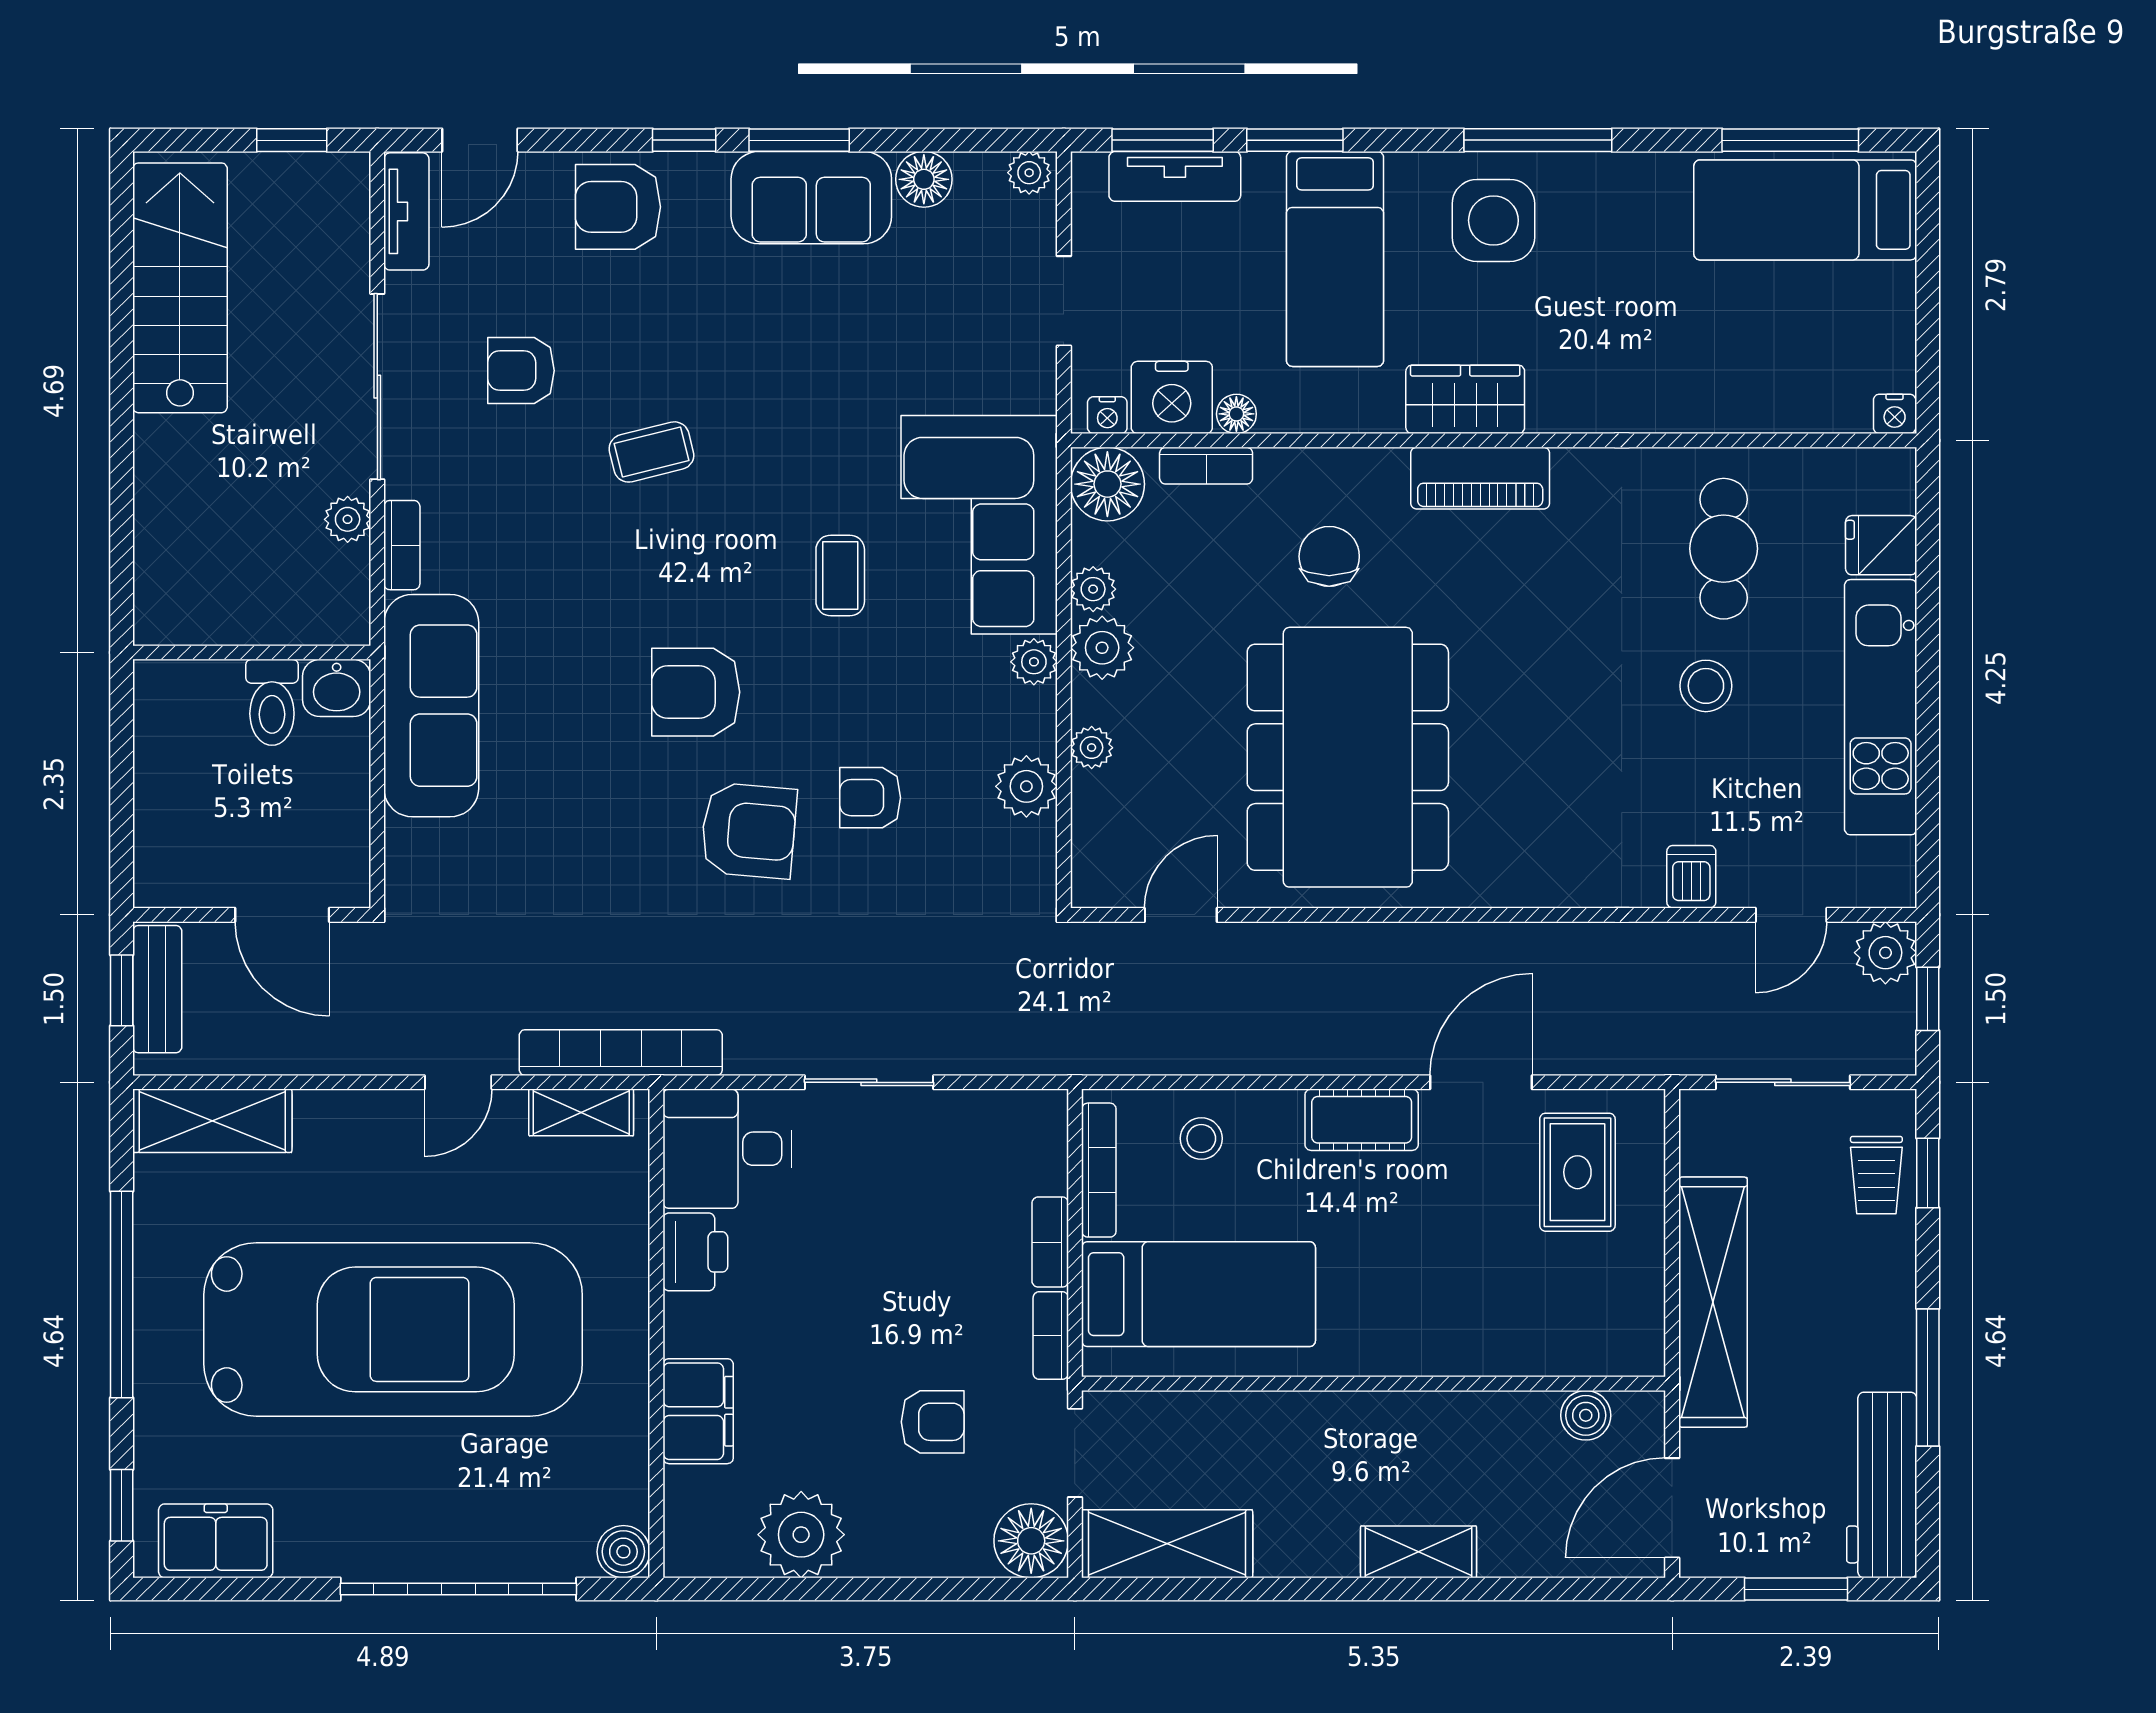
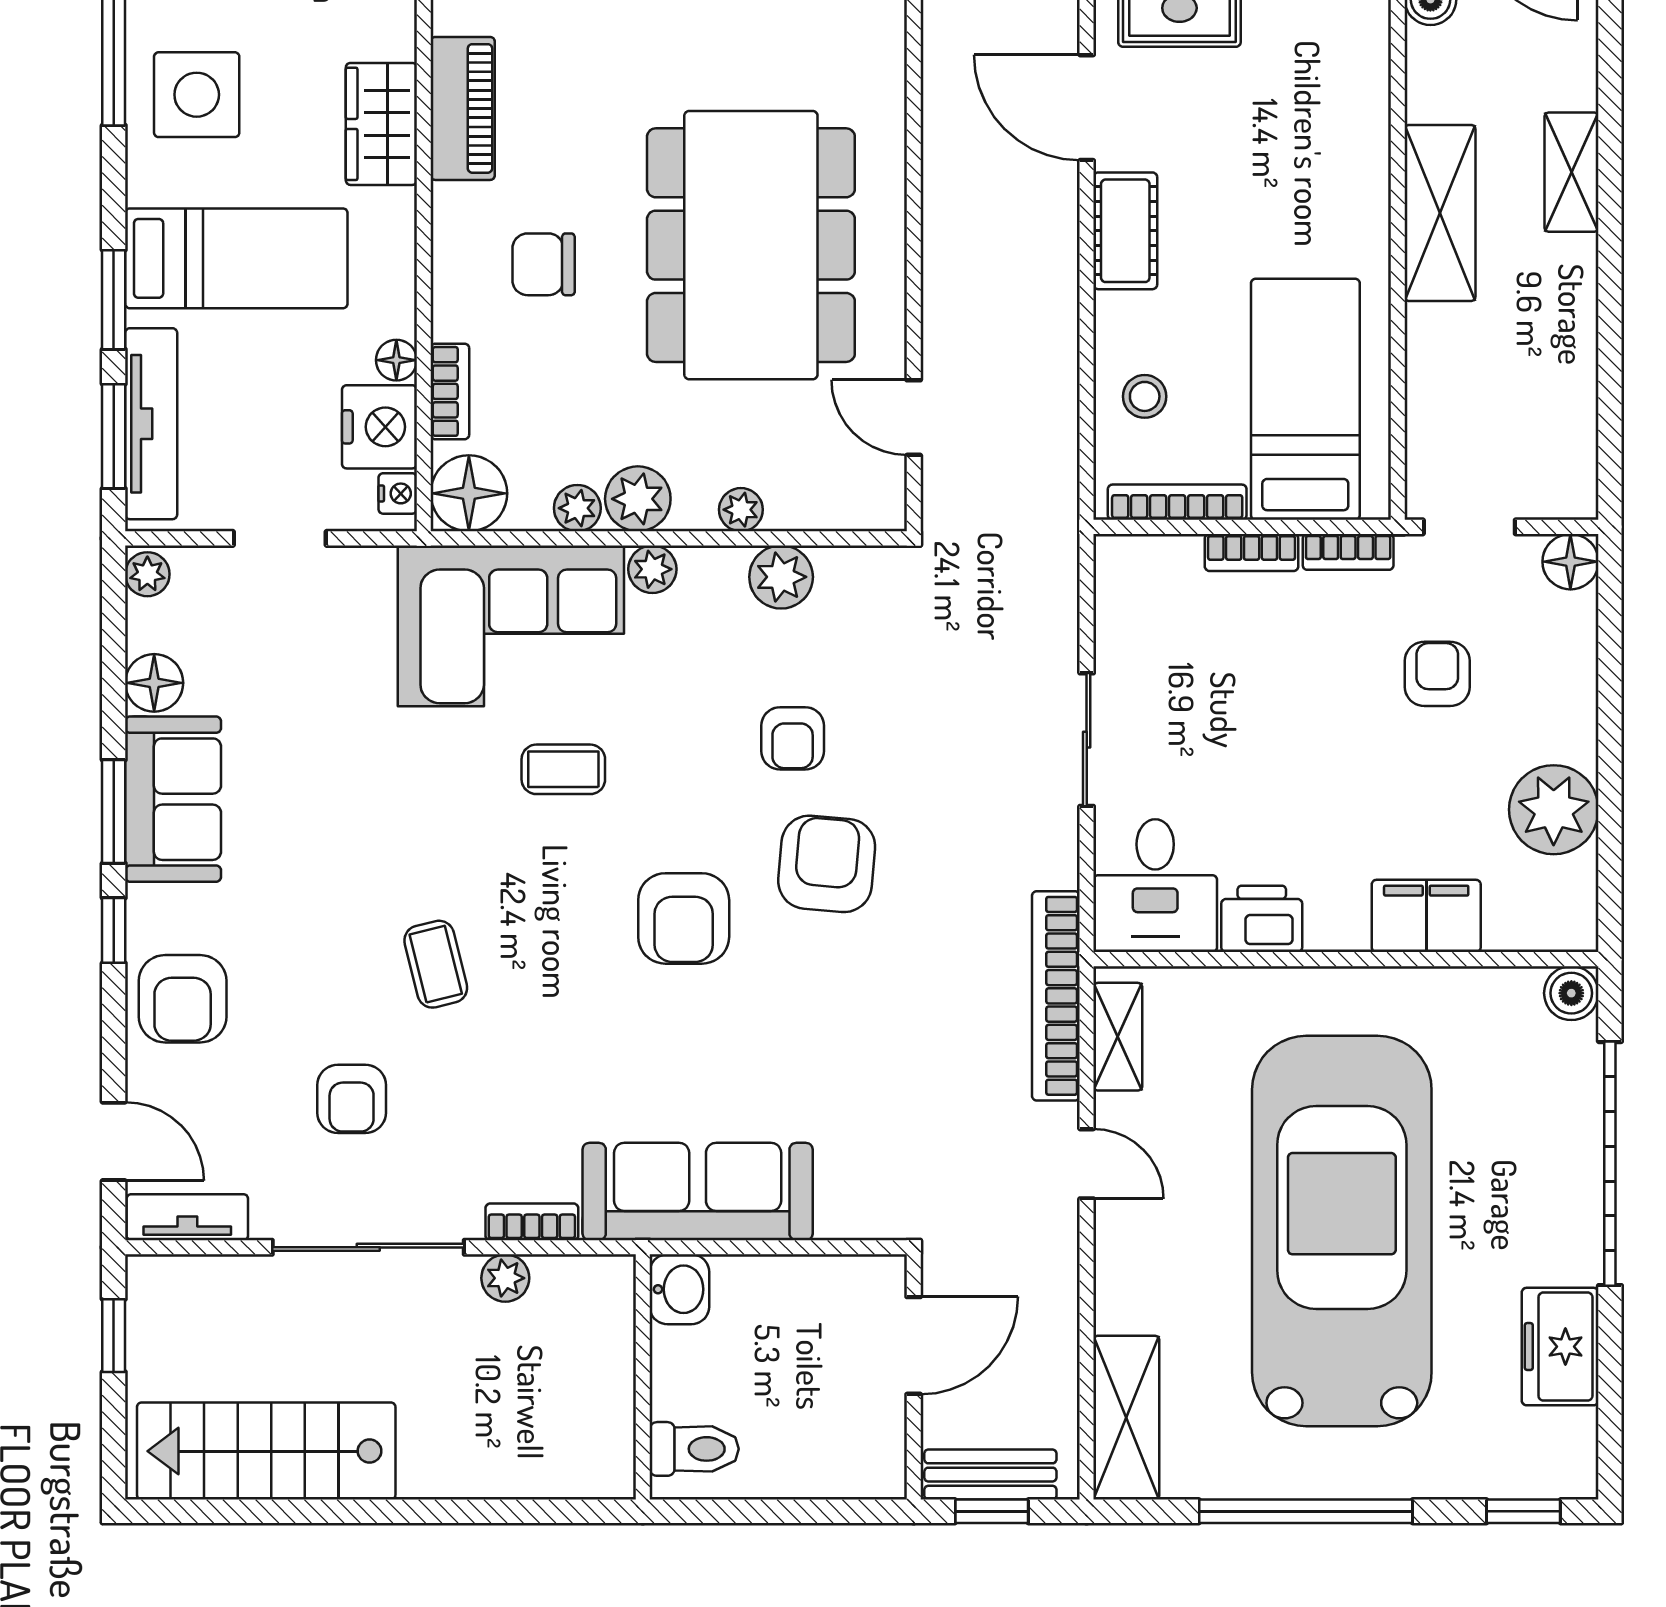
tv unit: (1175, 176) -> (151, 424), width x1.41
toilet: (272, 702) -> (694, 1449), moved
dining table: (1348, 757) -> (751, 245), turned 90
freezer: (216, 1541) -> (1560, 1347), moved
floor lamp: (1031, 1541) -> (1570, 562), width x0.73, depth x0.73
shelving: (1167, 1544) -> (1440, 213), moved

